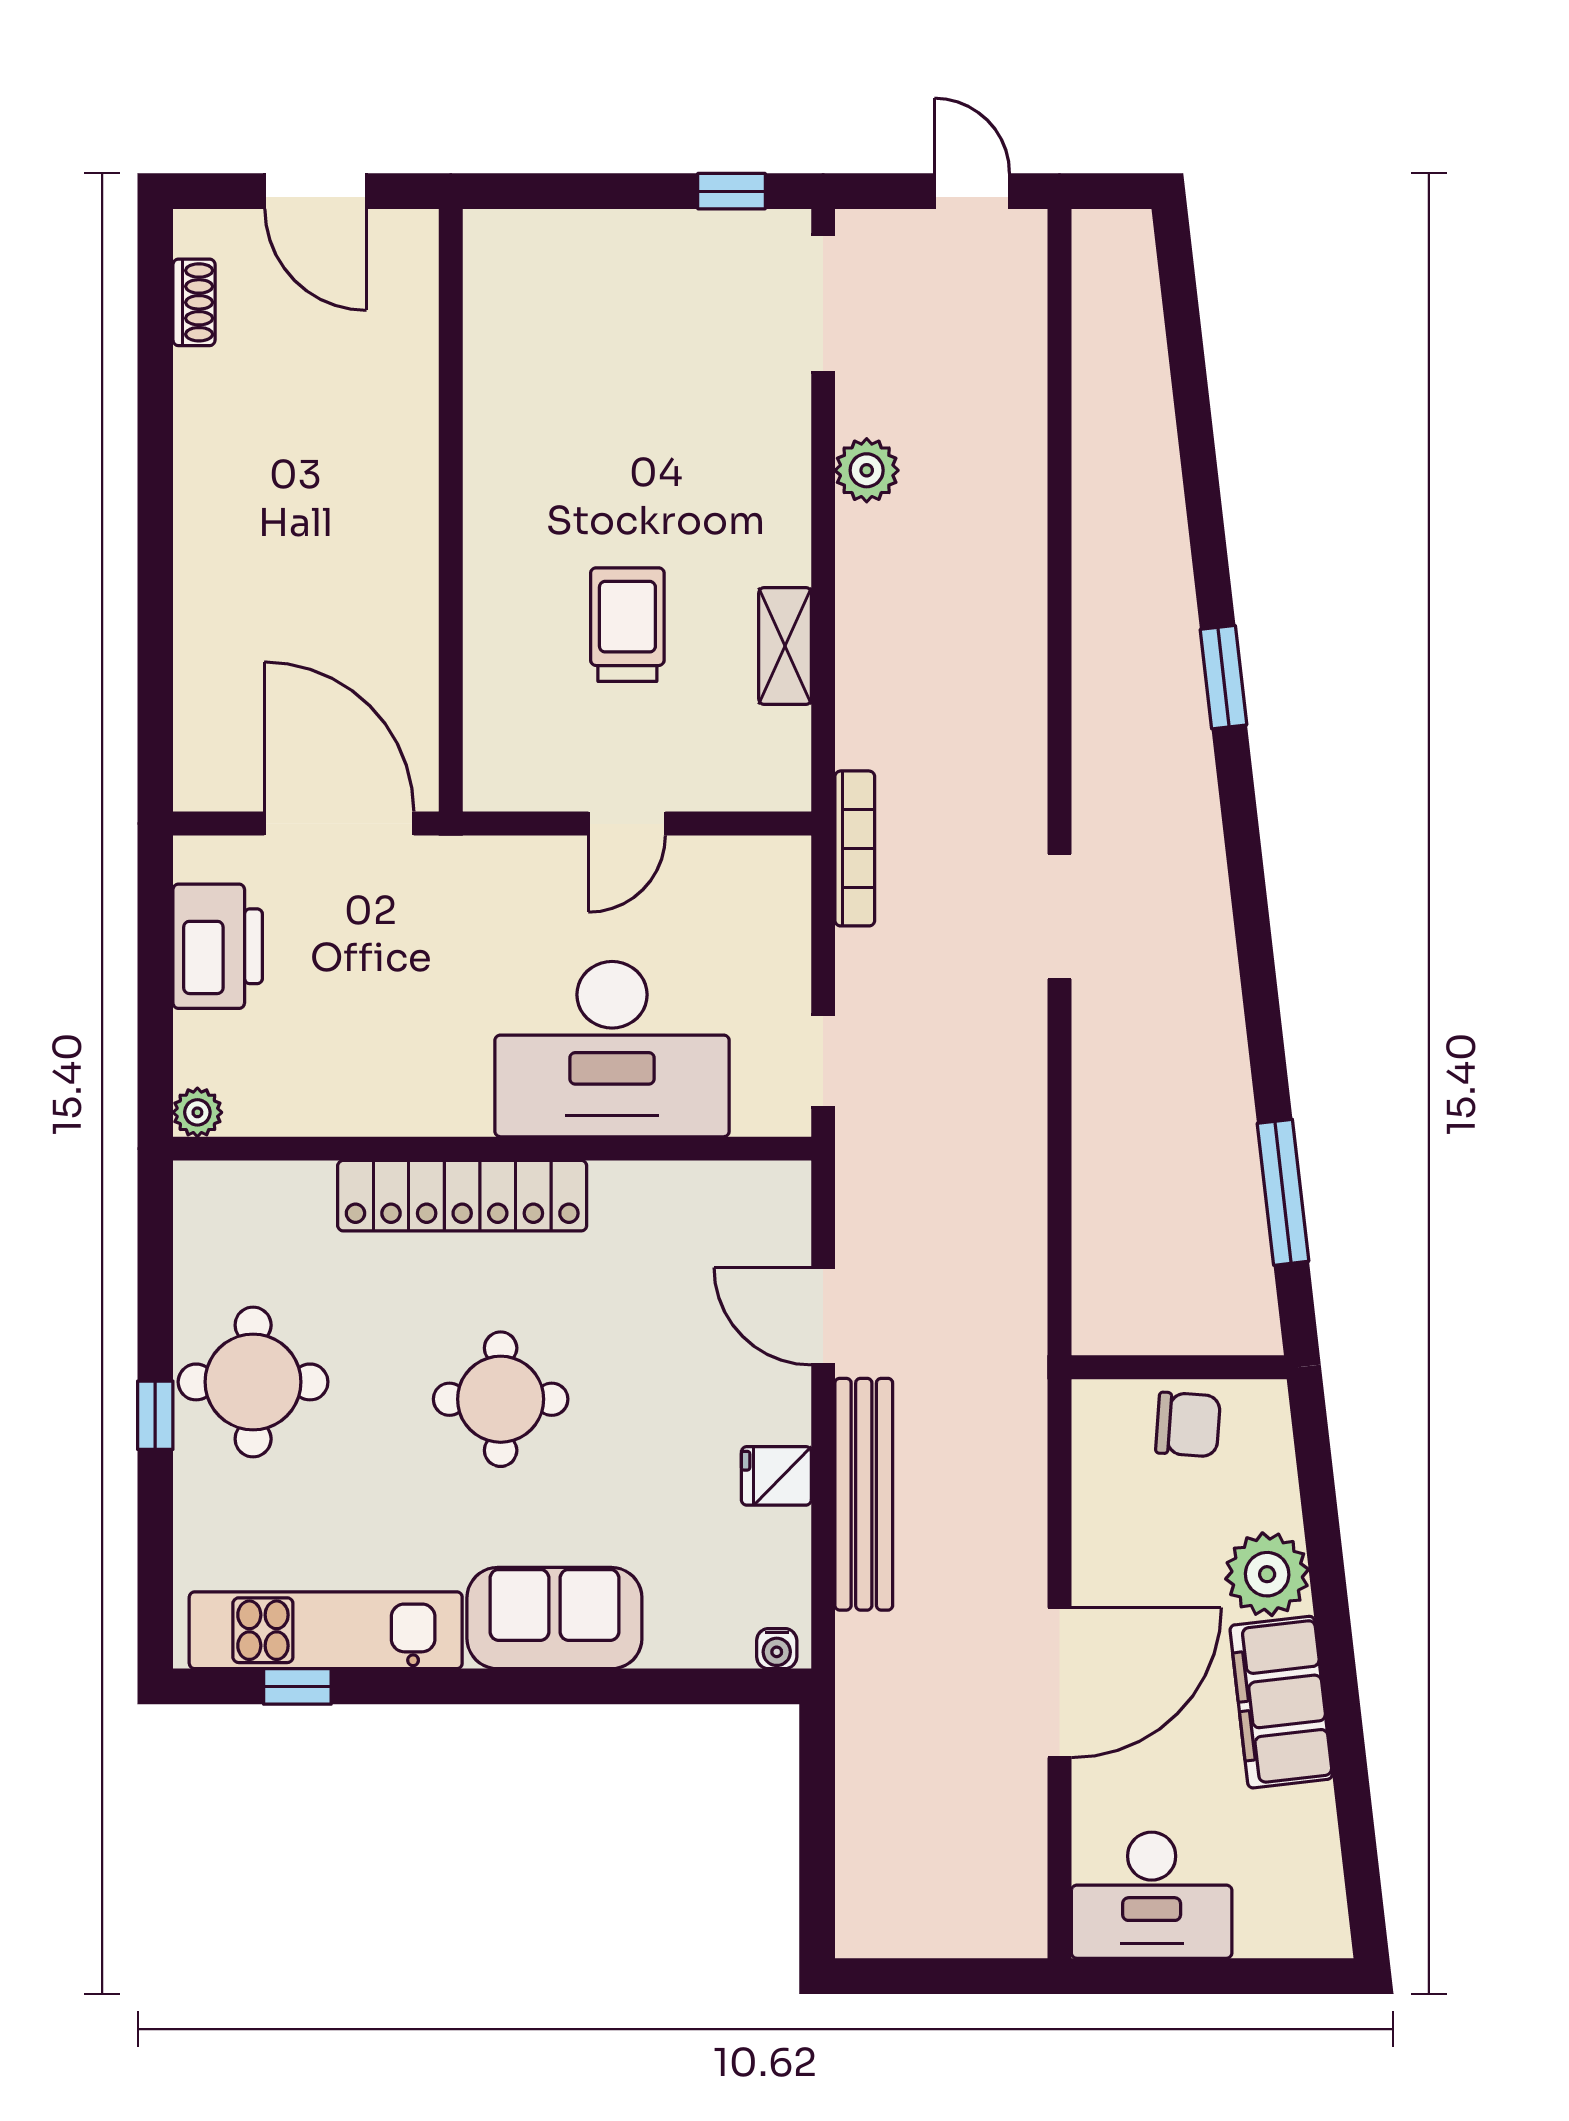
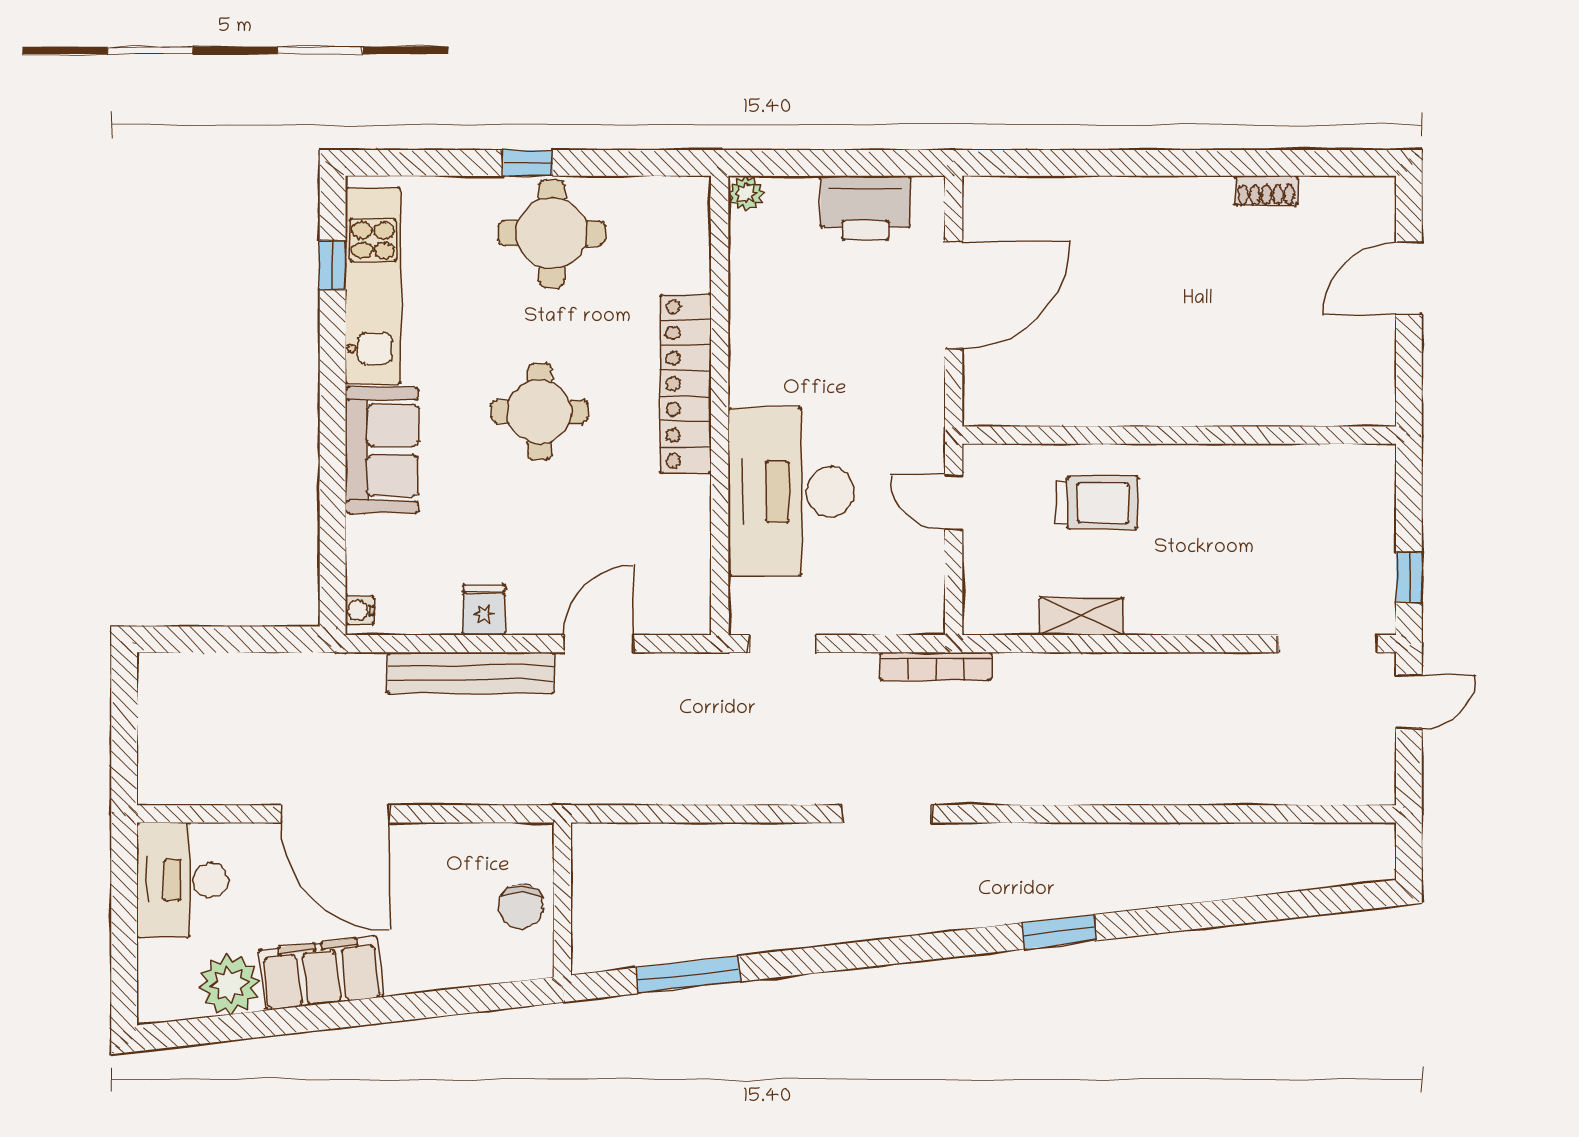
door: (972, 191) -> (1409, 702), moved
shoe rack: (194, 302) -> (1266, 191), moved
plant: (867, 470) -> (1208, 675), removed
wall: (451, 510) -> (1179, 435), moved
plant: (1267, 1574) -> (229, 984), moved

